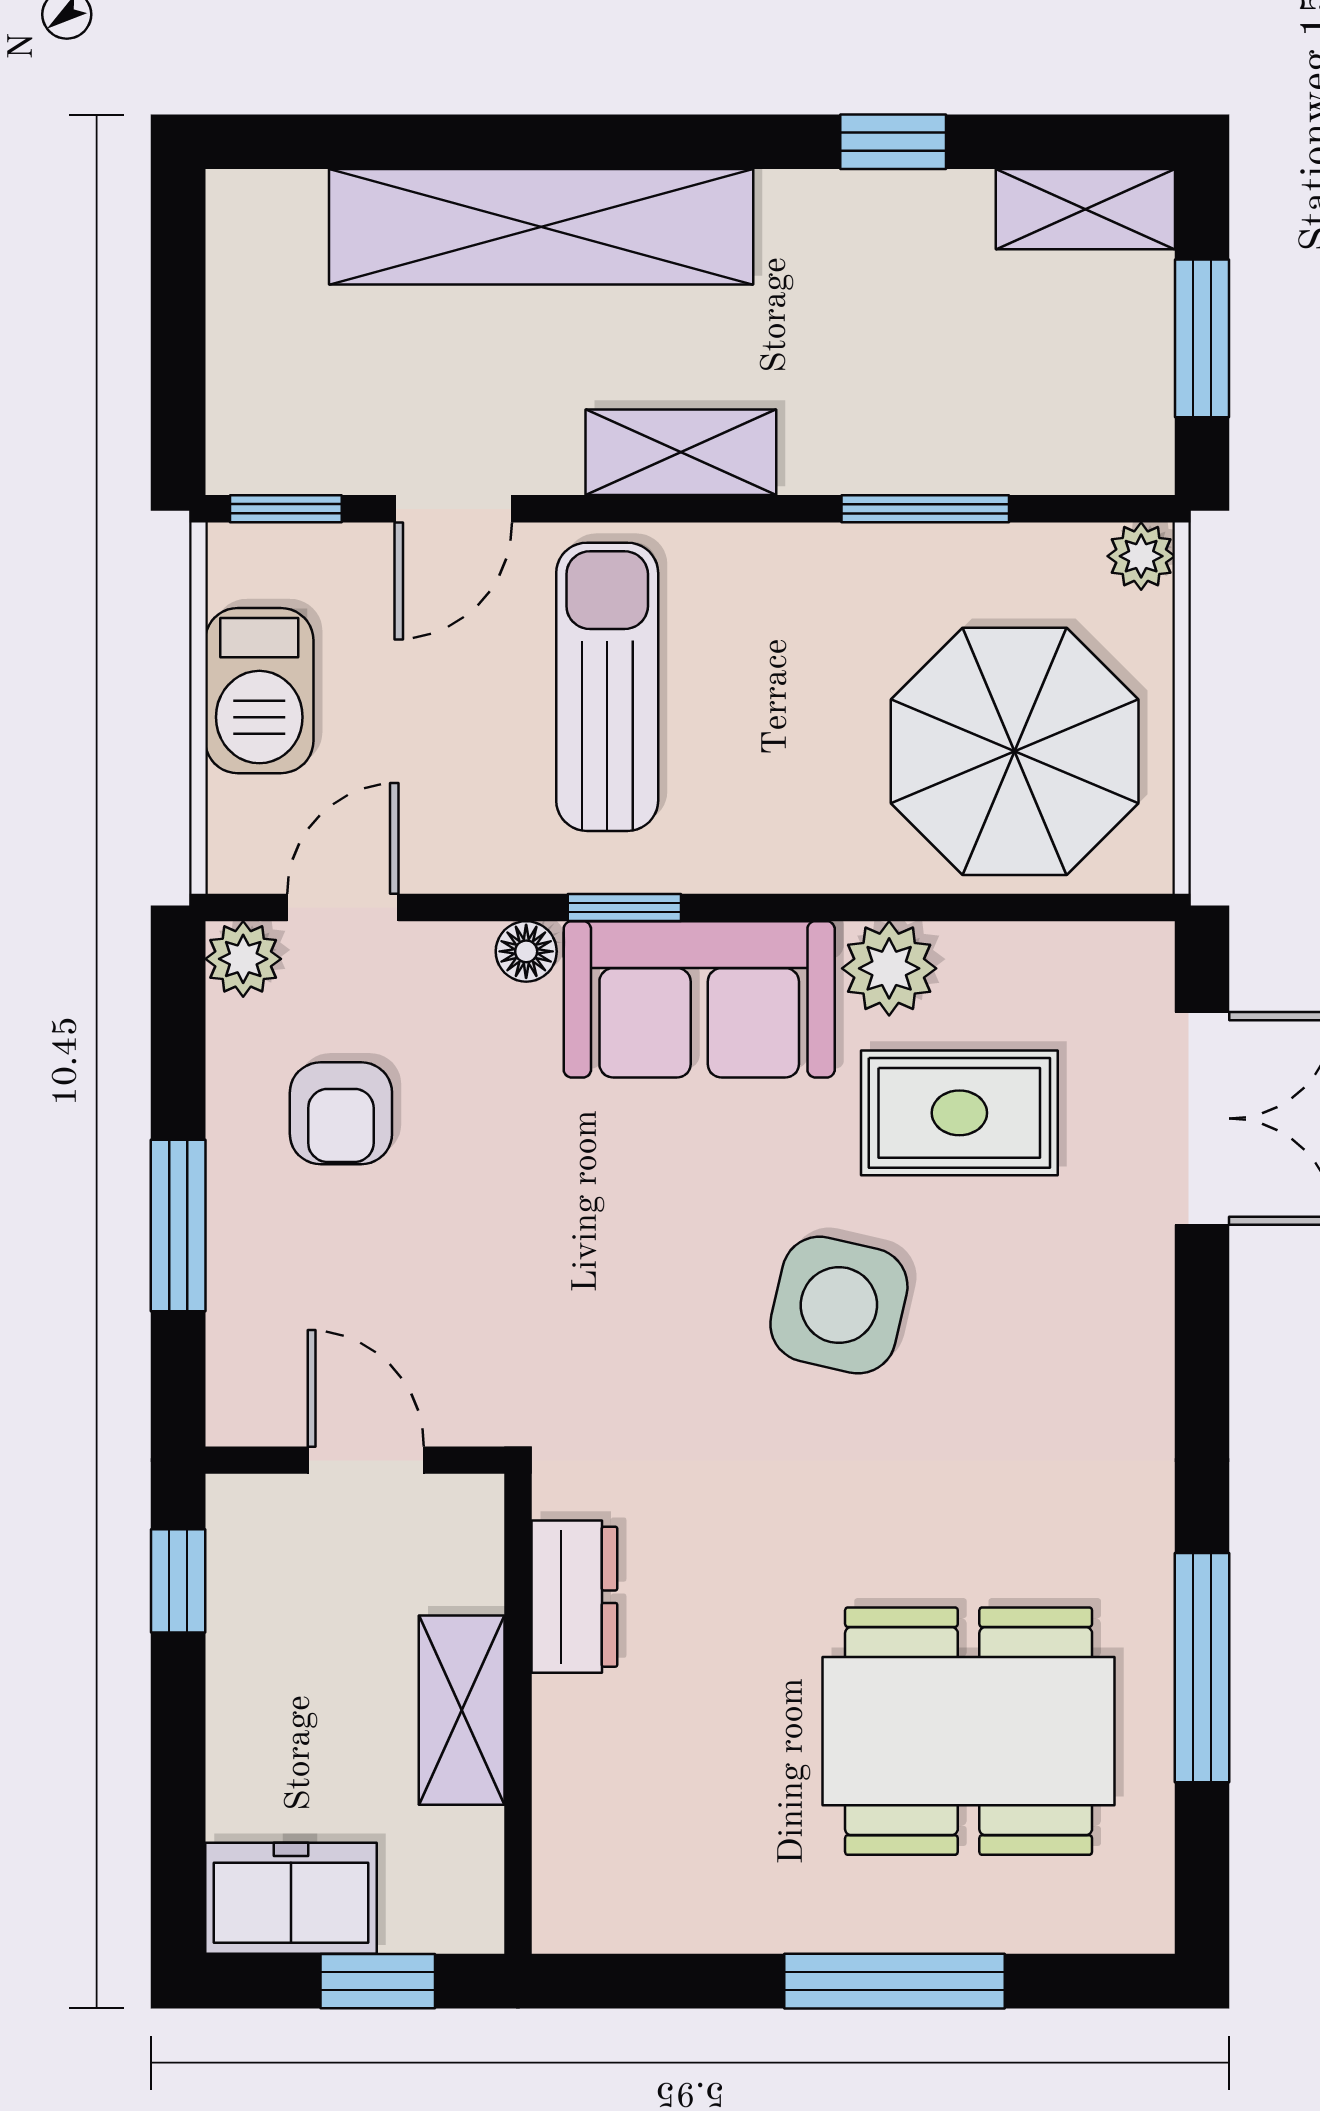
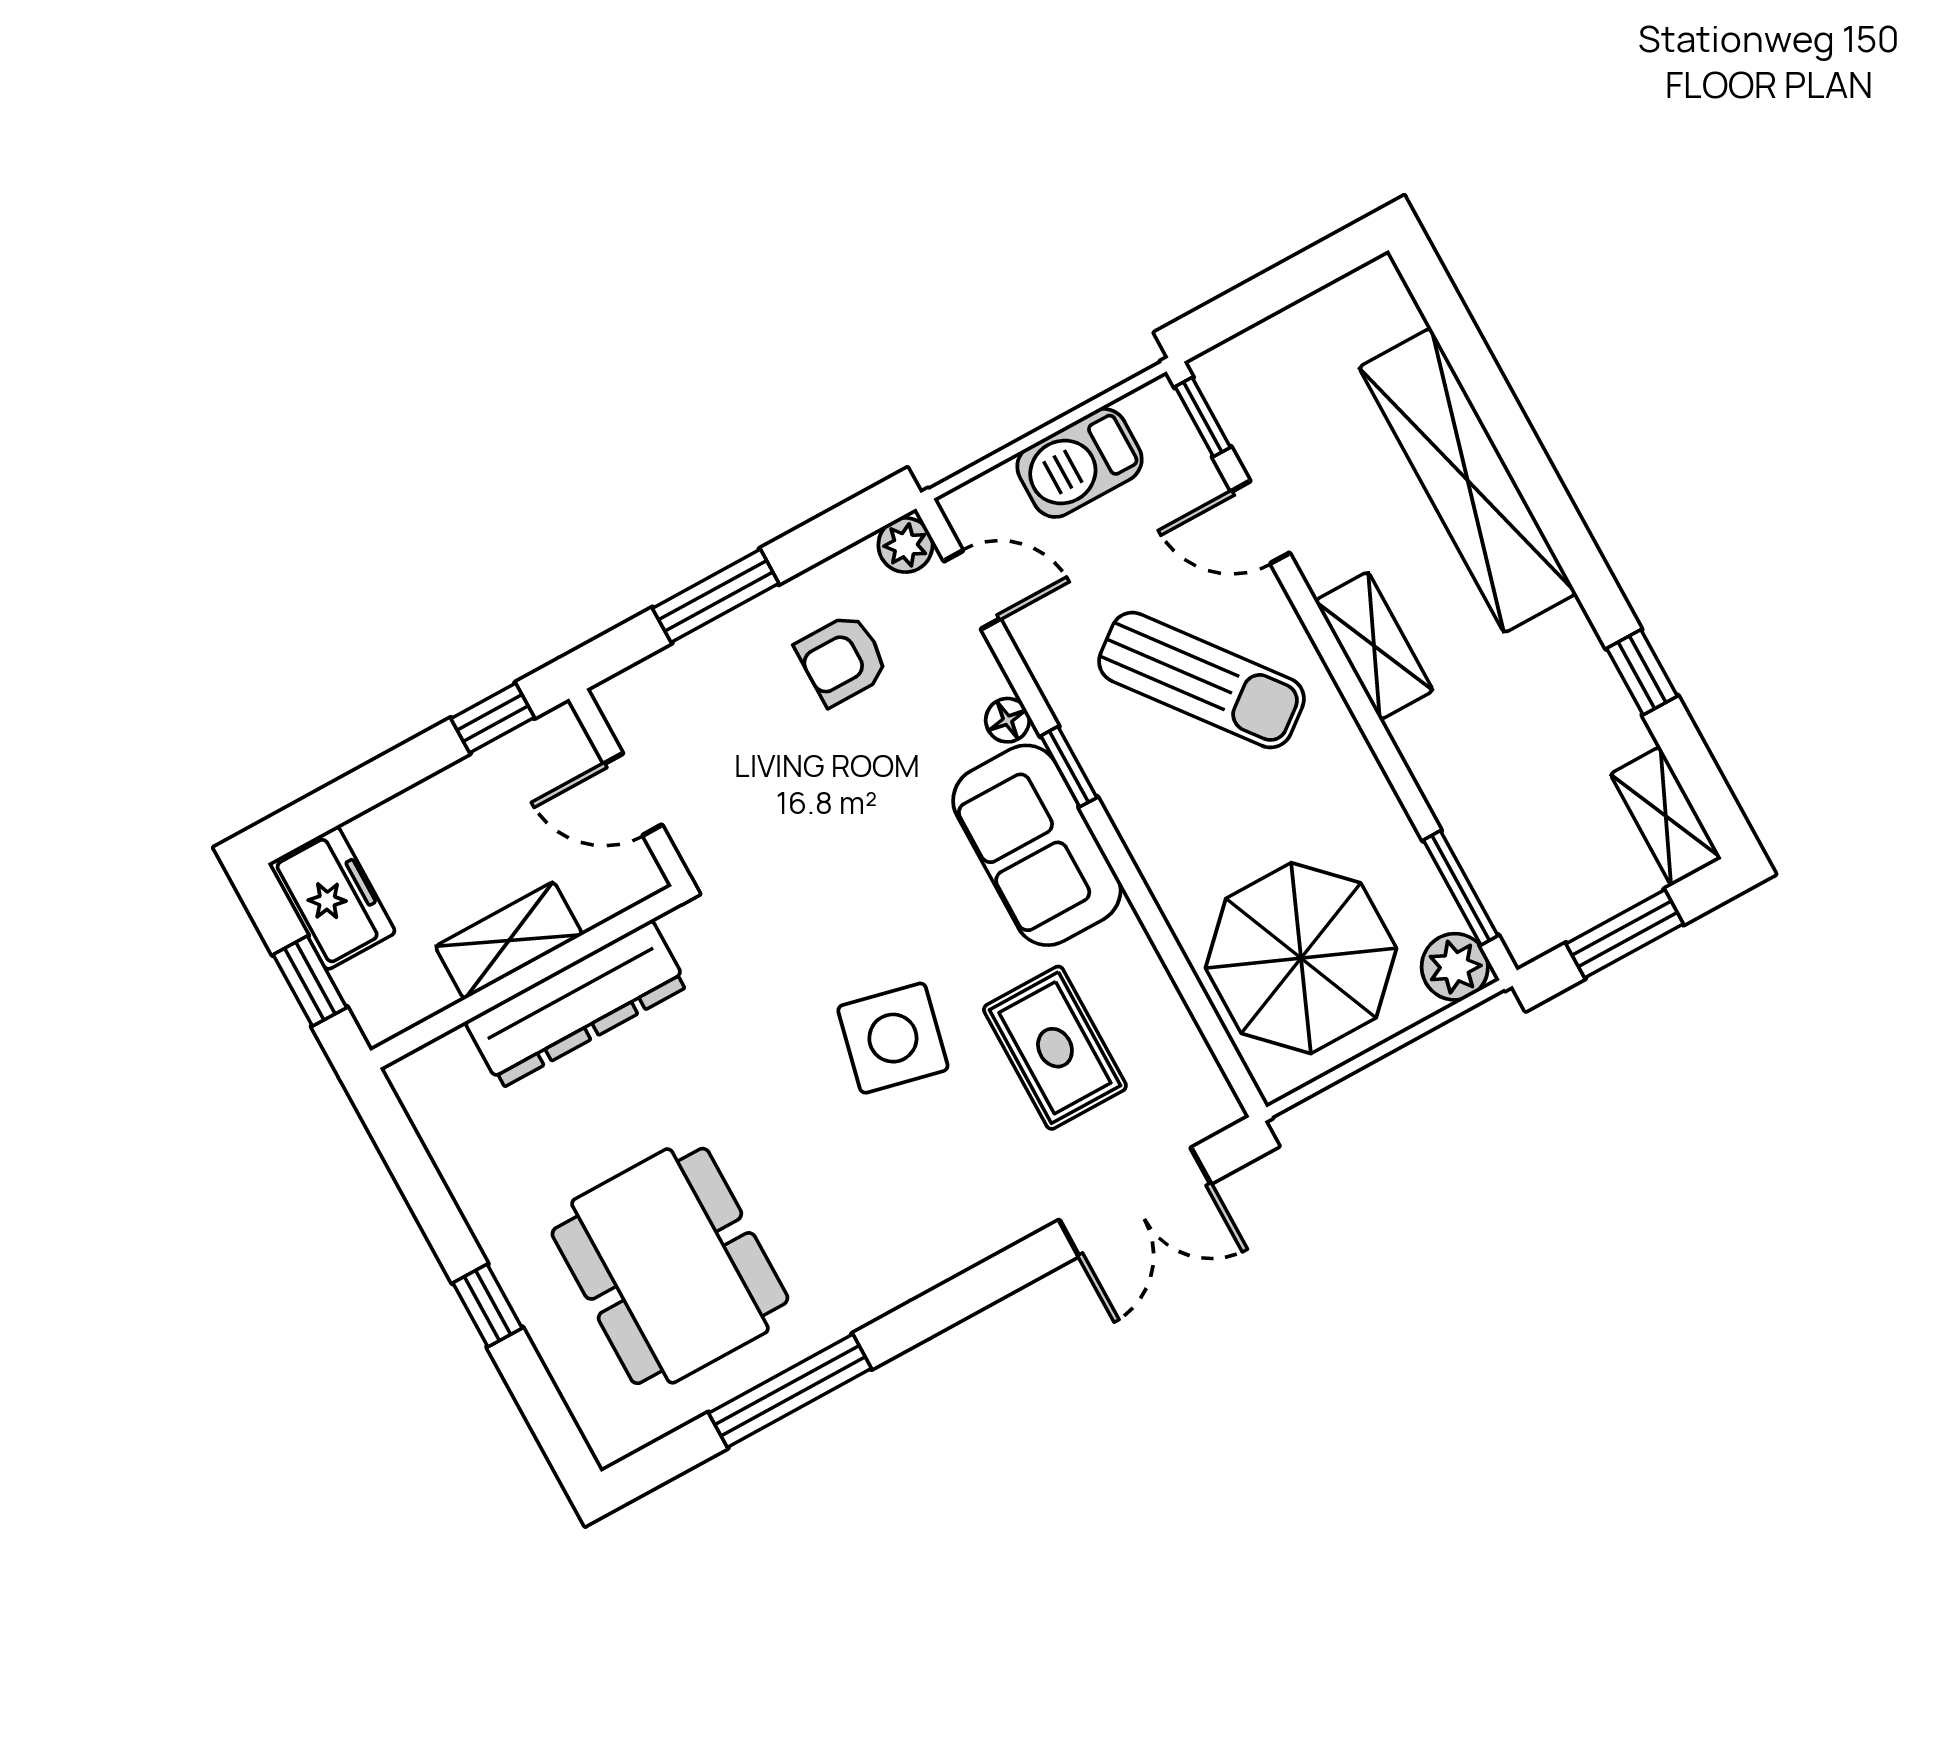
window: (925, 509) -> (1461, 888), moved
plant: (1141, 556) -> (1455, 967), width x1.37, depth x1.37
sun lounger: (607, 687) -> (1201, 680), turned 52
plant: (889, 968) -> (1122, 954), removed
door: (366, 1460) -> (633, 794), swing flipped
dresser: (574, 1597) -> (576, 1004), width x1.96, depth x1.24
window: (894, 1981) -> (487, 1305), width x0.46

